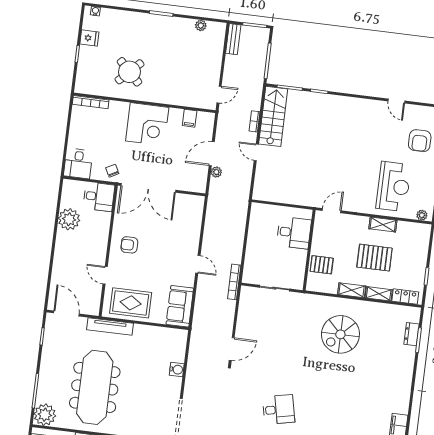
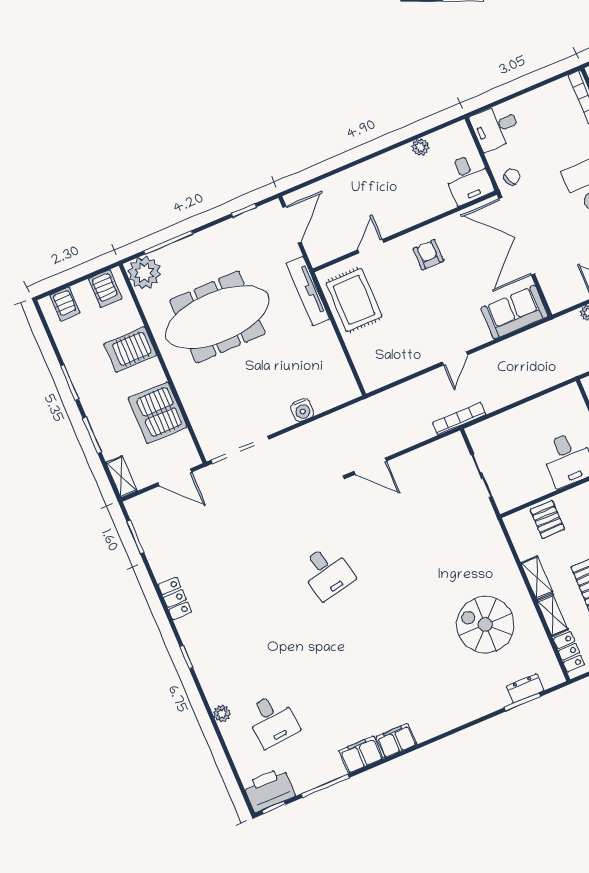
plant: (69, 219) -> (420, 147), width x0.53, depth x0.53
sofa: (180, 306) -> (515, 312), moved
spiral stairs: (340, 334) -> (485, 625), moved

